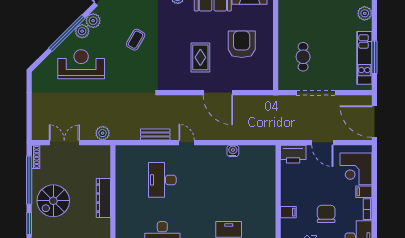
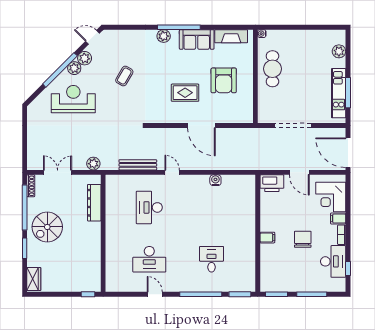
armchair: (242, 44) -> (224, 80), turned 180
rug: (200, 57) -> (185, 93), turned 90
cafe table: (303, 57) -> (272, 69), moved, width x1.37, depth x1.35
bench: (155, 134) -> (138, 165), width x1.36
dresser: (103, 198) -> (94, 203), moved

